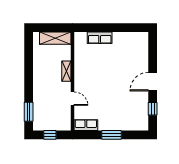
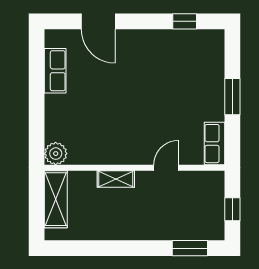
plant: (80, 38) -> (56, 154), added
row of seats: (100, 38) -> (55, 71), moved
door: (153, 82) -> (98, 21), moved

